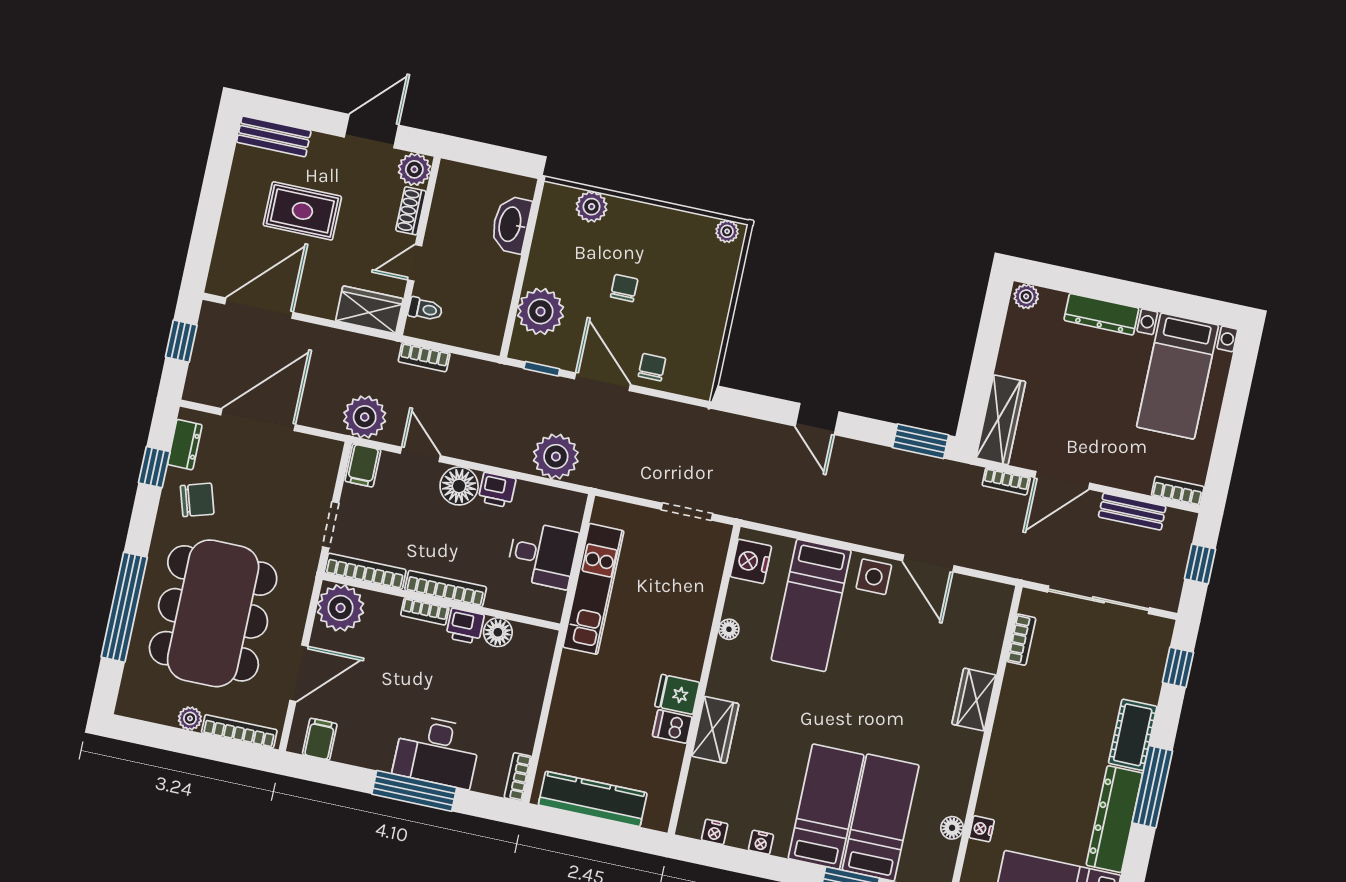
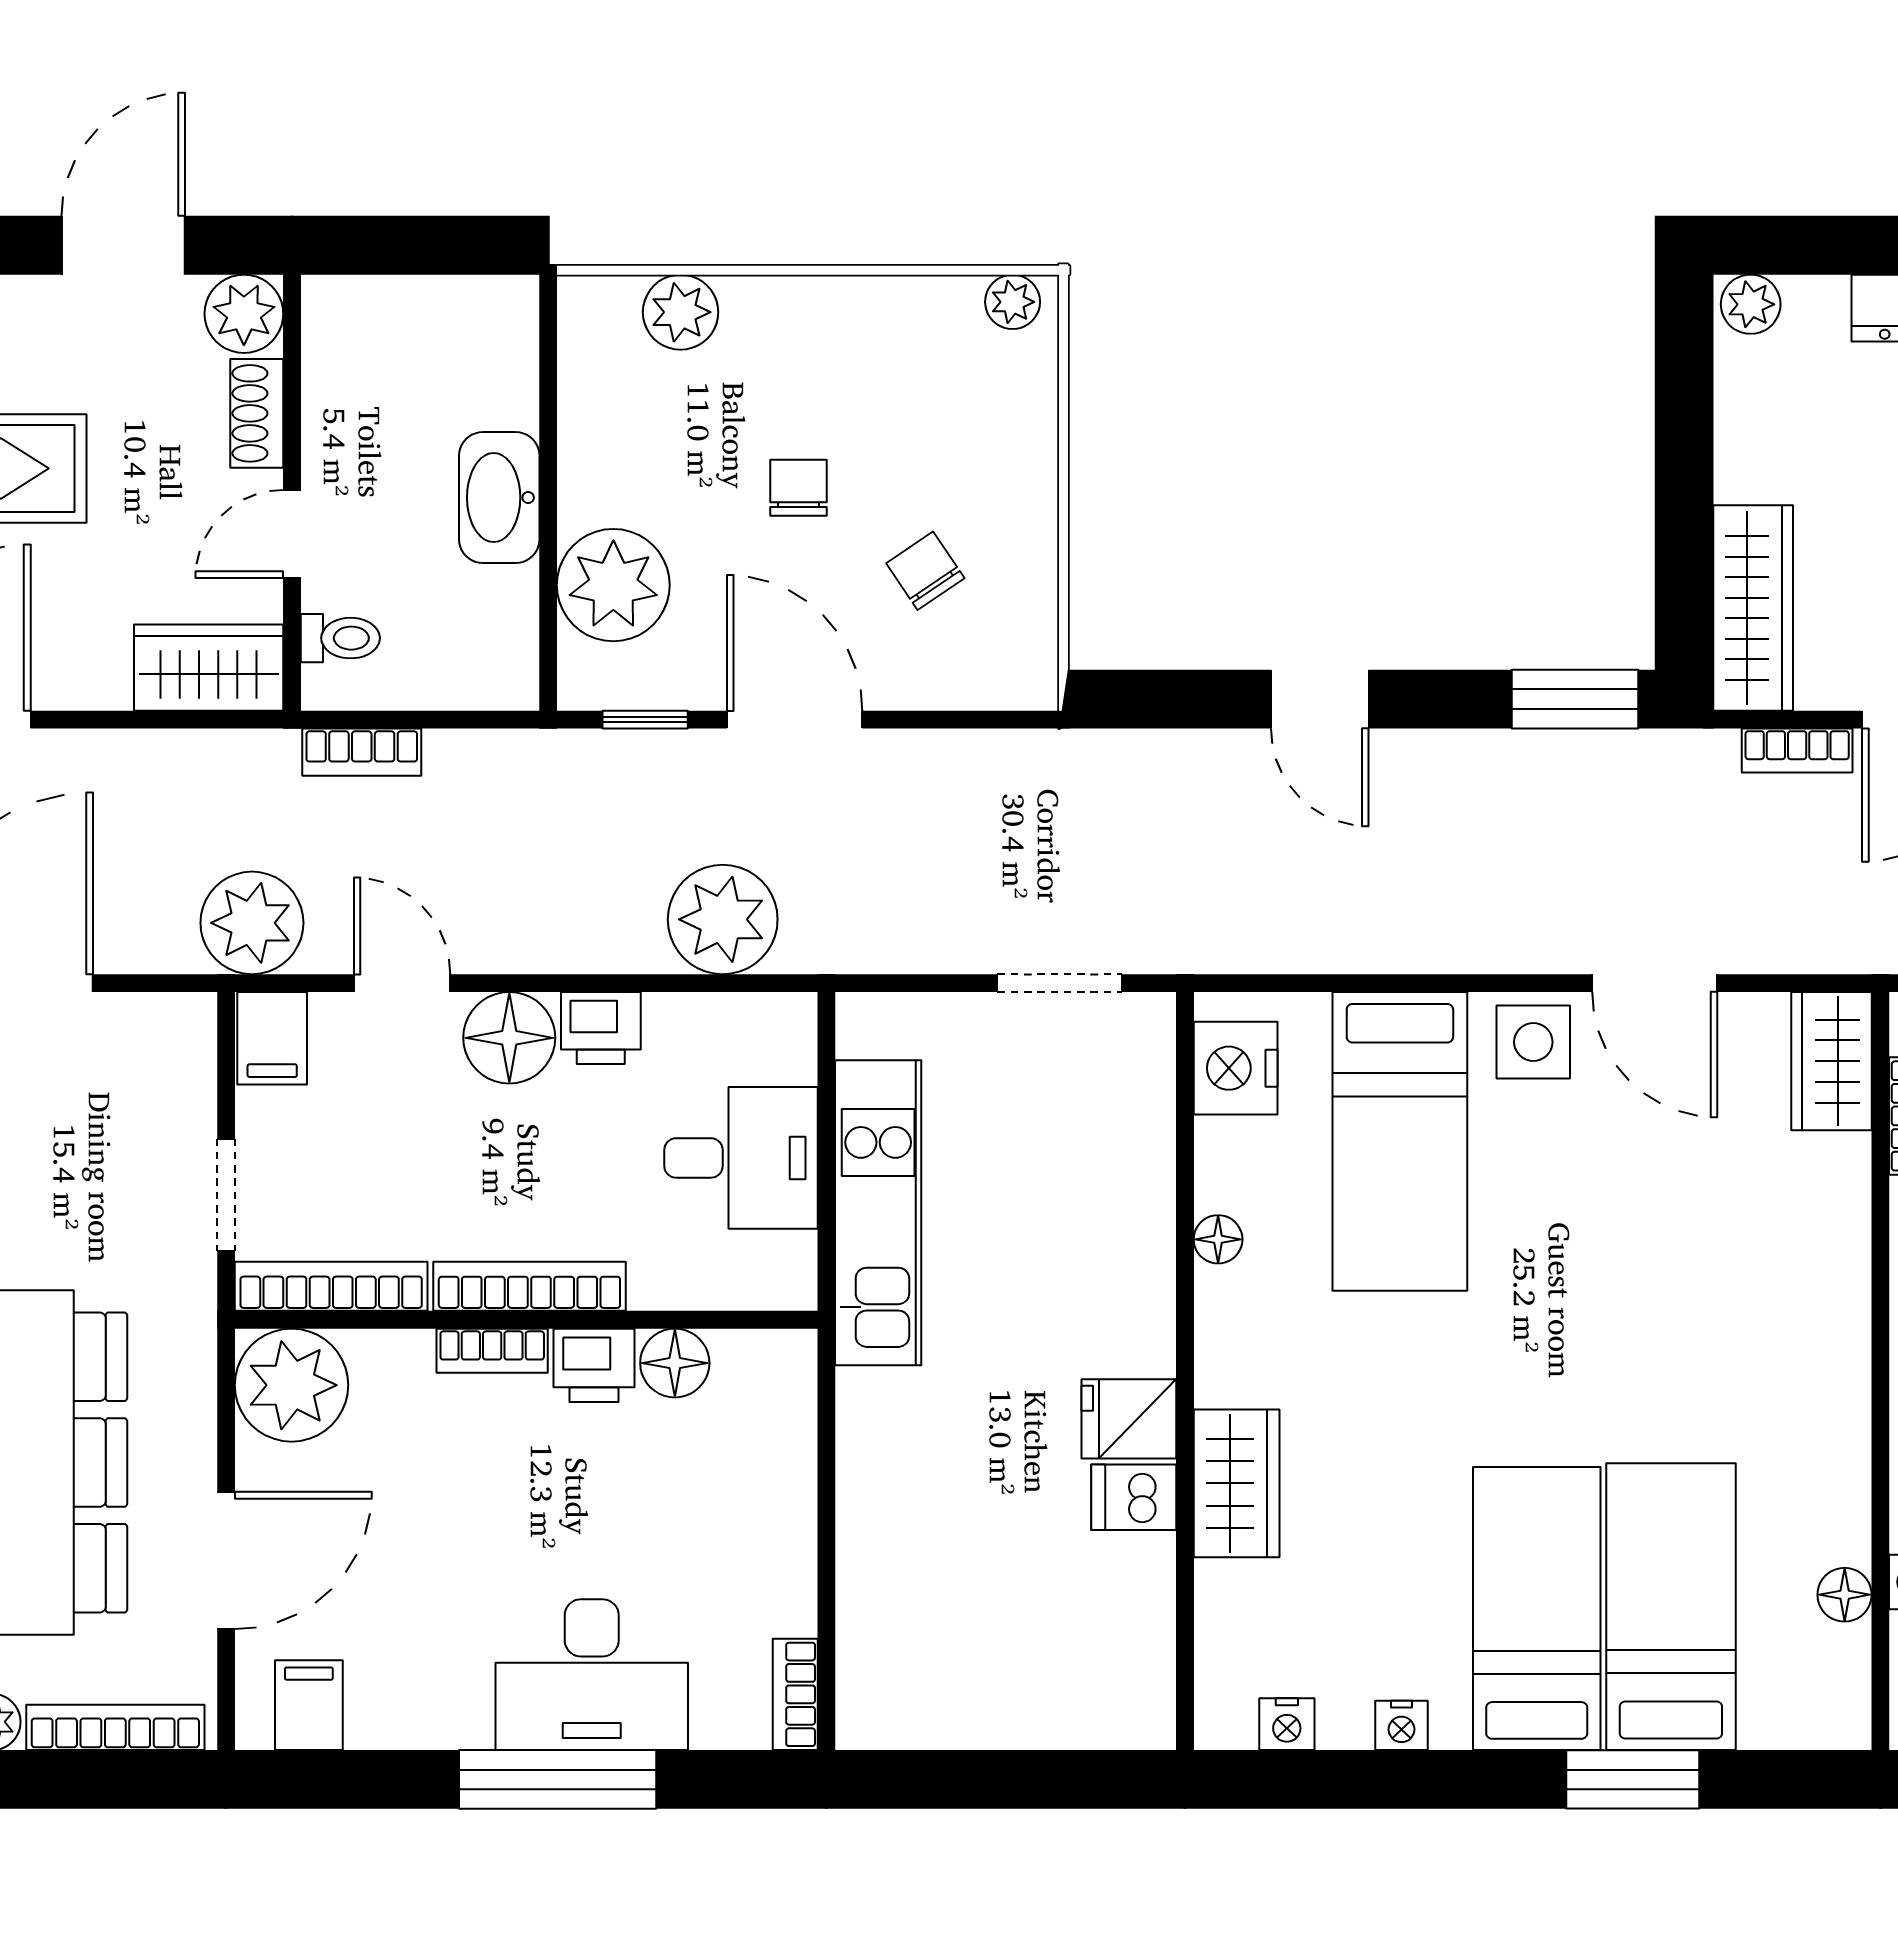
washbasin: (511, 224) -> (499, 498), moved
chair: (652, 367) -> (925, 571), moved, turned -34
wardrobe: (974, 700) -> (1831, 1061), moved
kitchen counter: (593, 799) -> (983, 1708), removed

